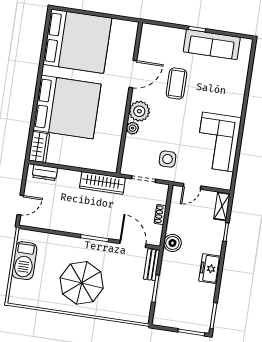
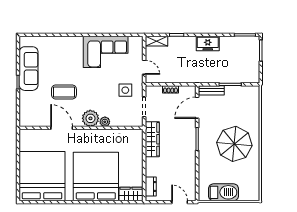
boiler: (172, 243) -> (192, 76), removed

